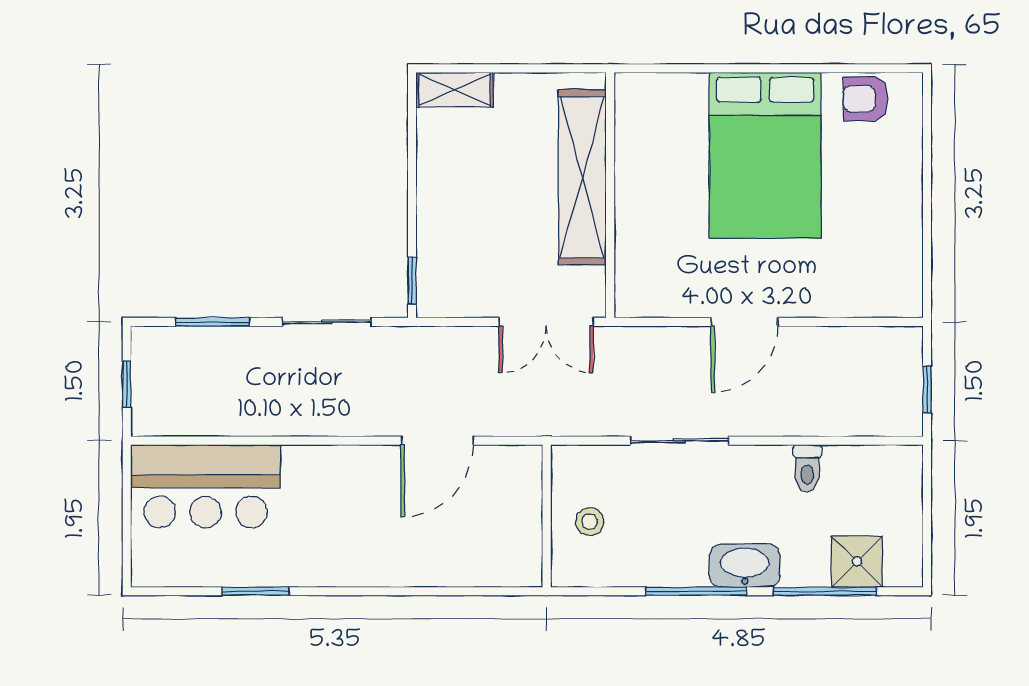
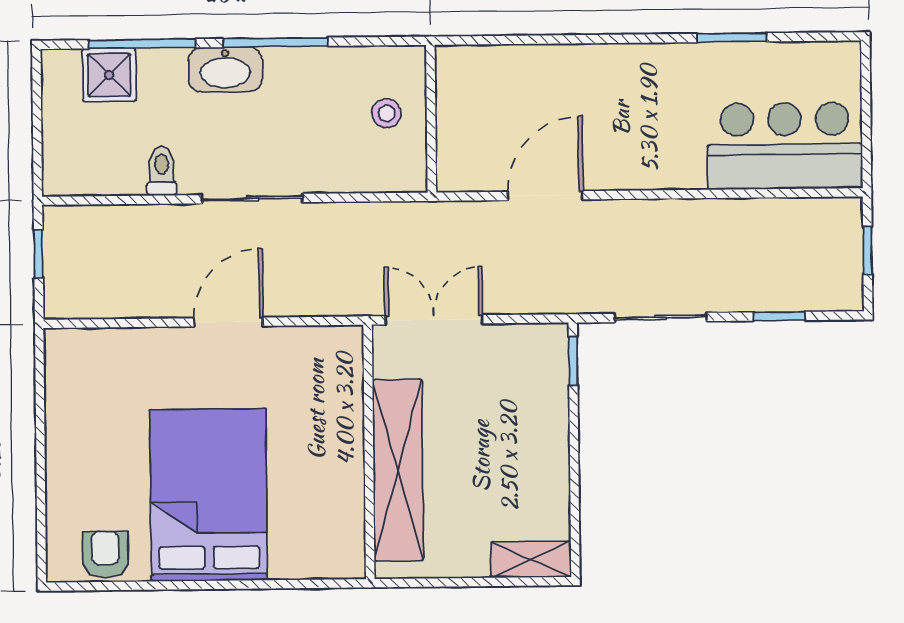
armchair: (865, 99) -> (105, 555), turned -90
window: (213, 322) -> (779, 316), width x0.67
sliding door: (679, 441) -> (252, 199), moved

